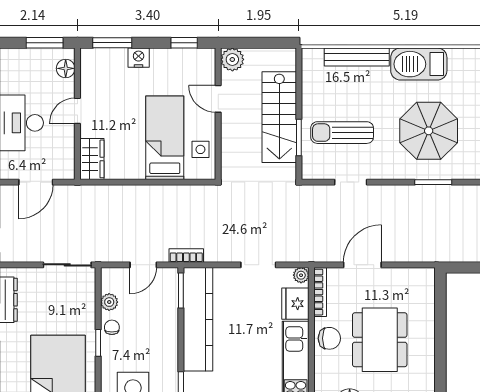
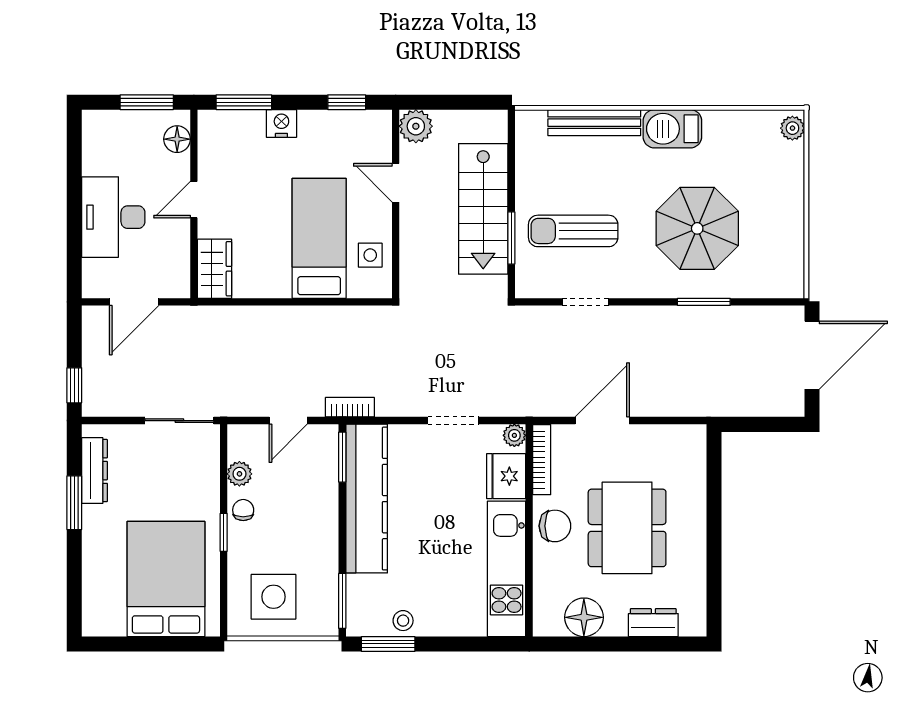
barbecue: (419, 64) -> (672, 129), width x0.73, depth x0.83

